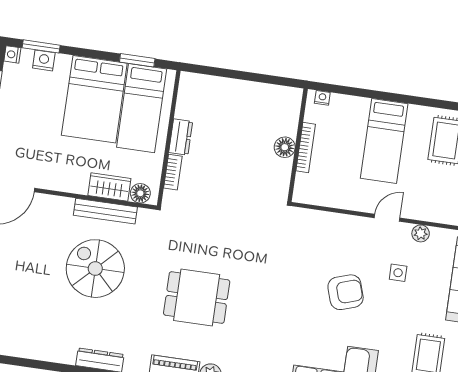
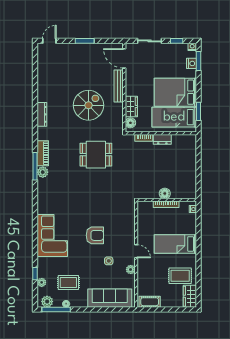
bench: (105, 211) -> (119, 86), moved
armchair: (346, 292) -> (95, 235), turned -72
dining table: (197, 298) -> (96, 155), moved, turned 90

